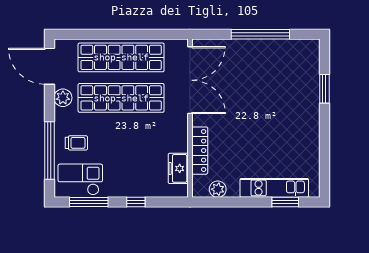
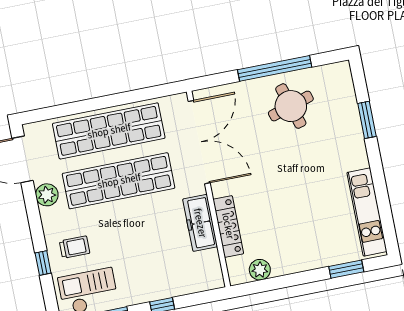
round table: (267, 66) -> (291, 106), added
window: (49, 150) -> (43, 263), width x0.32
freezer: (178, 168) -> (200, 223), moved, width x1.40
kitchen unit: (274, 188) -> (367, 212), moved, turned -90

